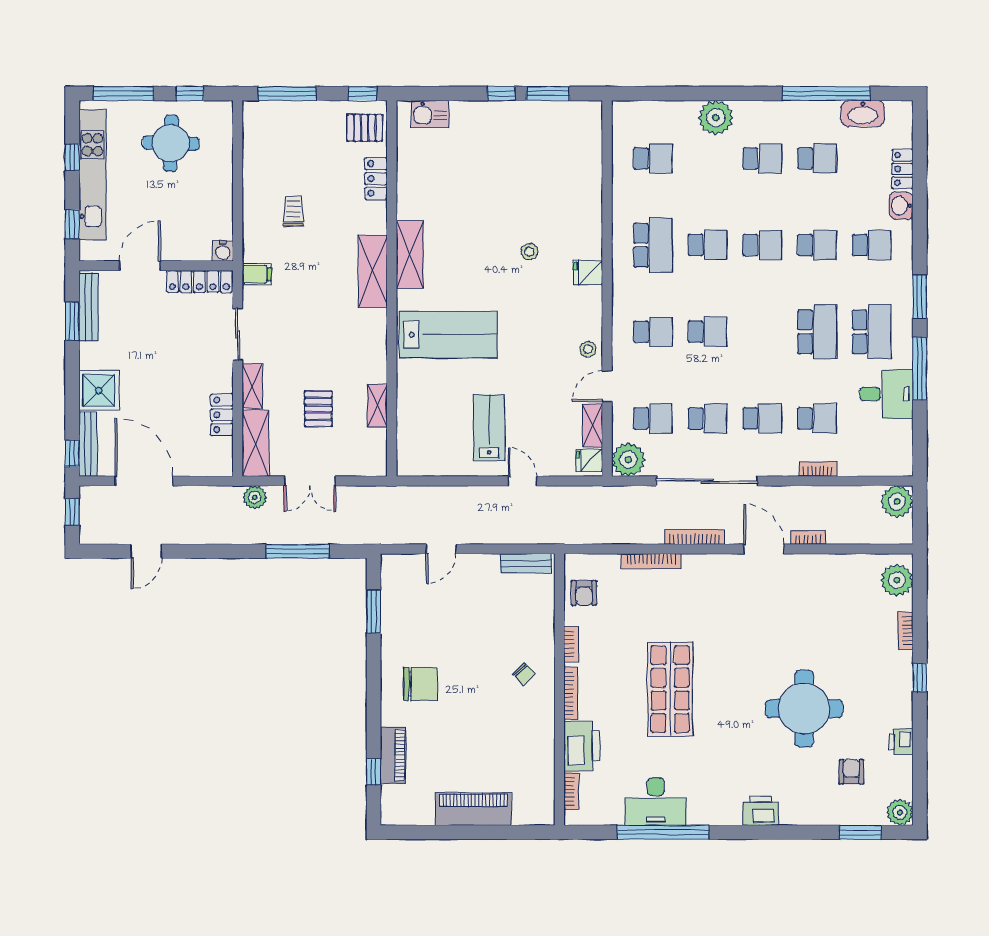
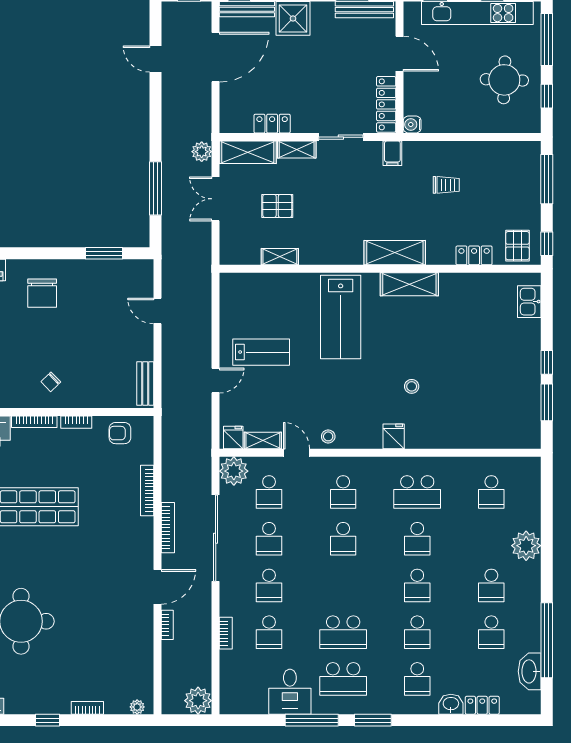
plant: (897, 580) -> (137, 707), width x0.53, depth x0.53

